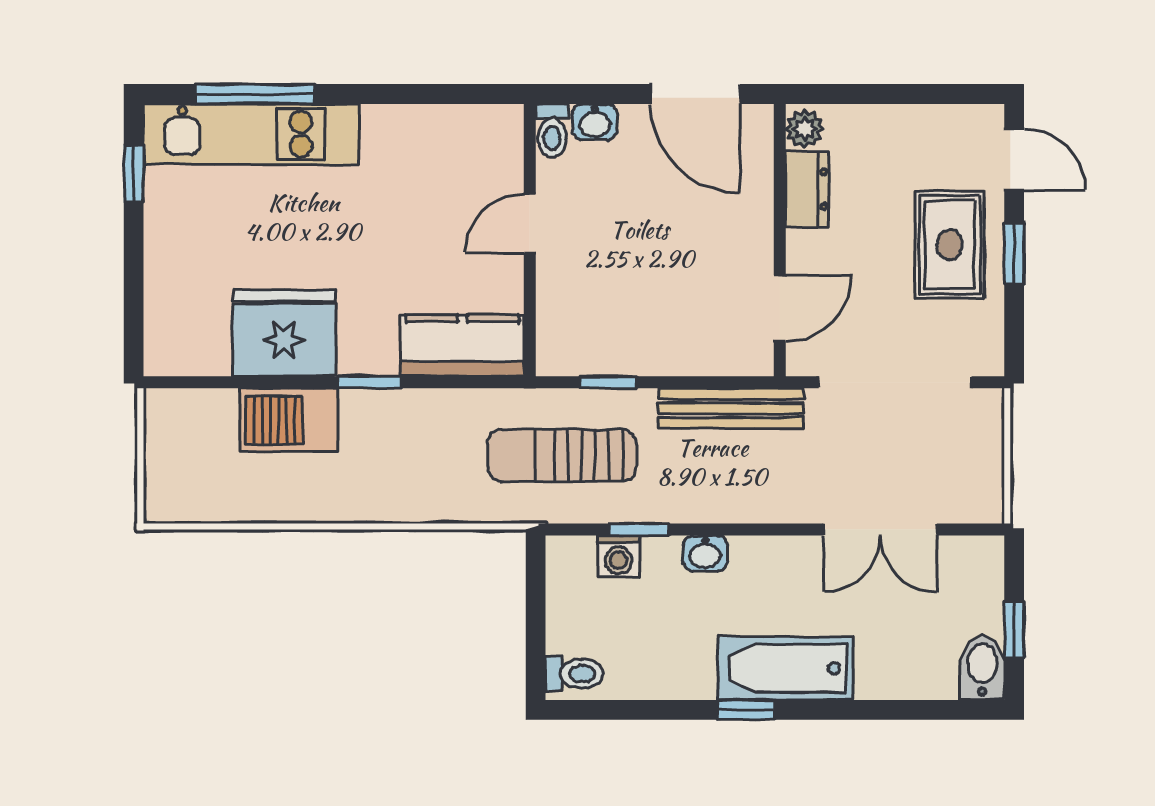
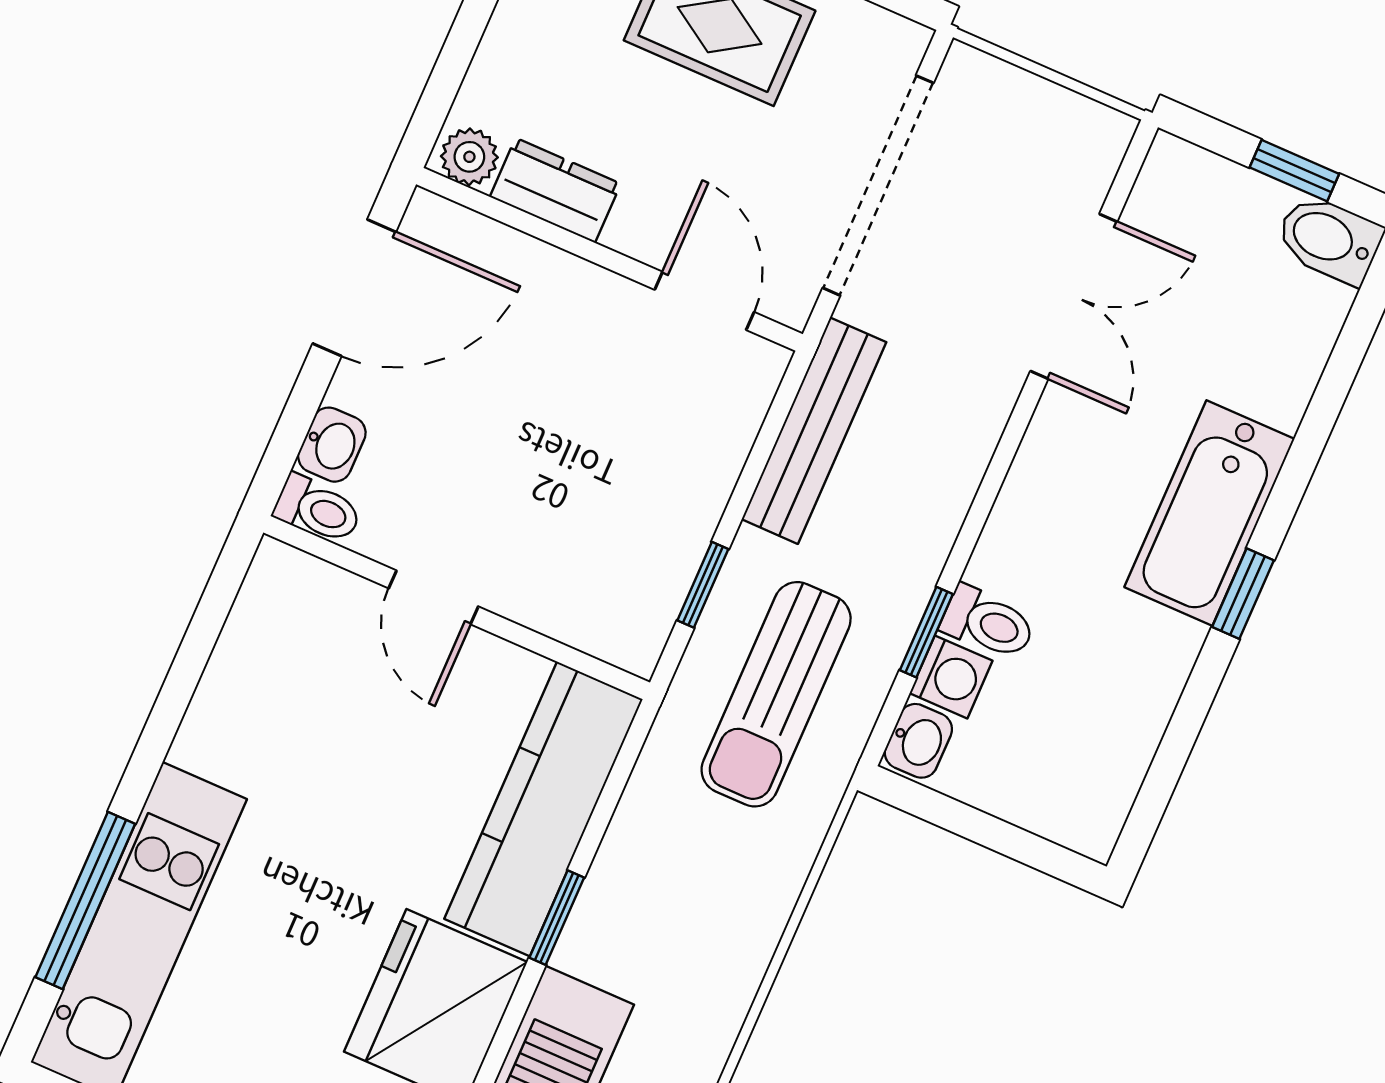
kitchen counter: (462, 346) -> (543, 809), width x1.50
washbasin: (705, 553) -> (918, 741), moved
toilet: (574, 674) -> (988, 623), moved, turned 90

